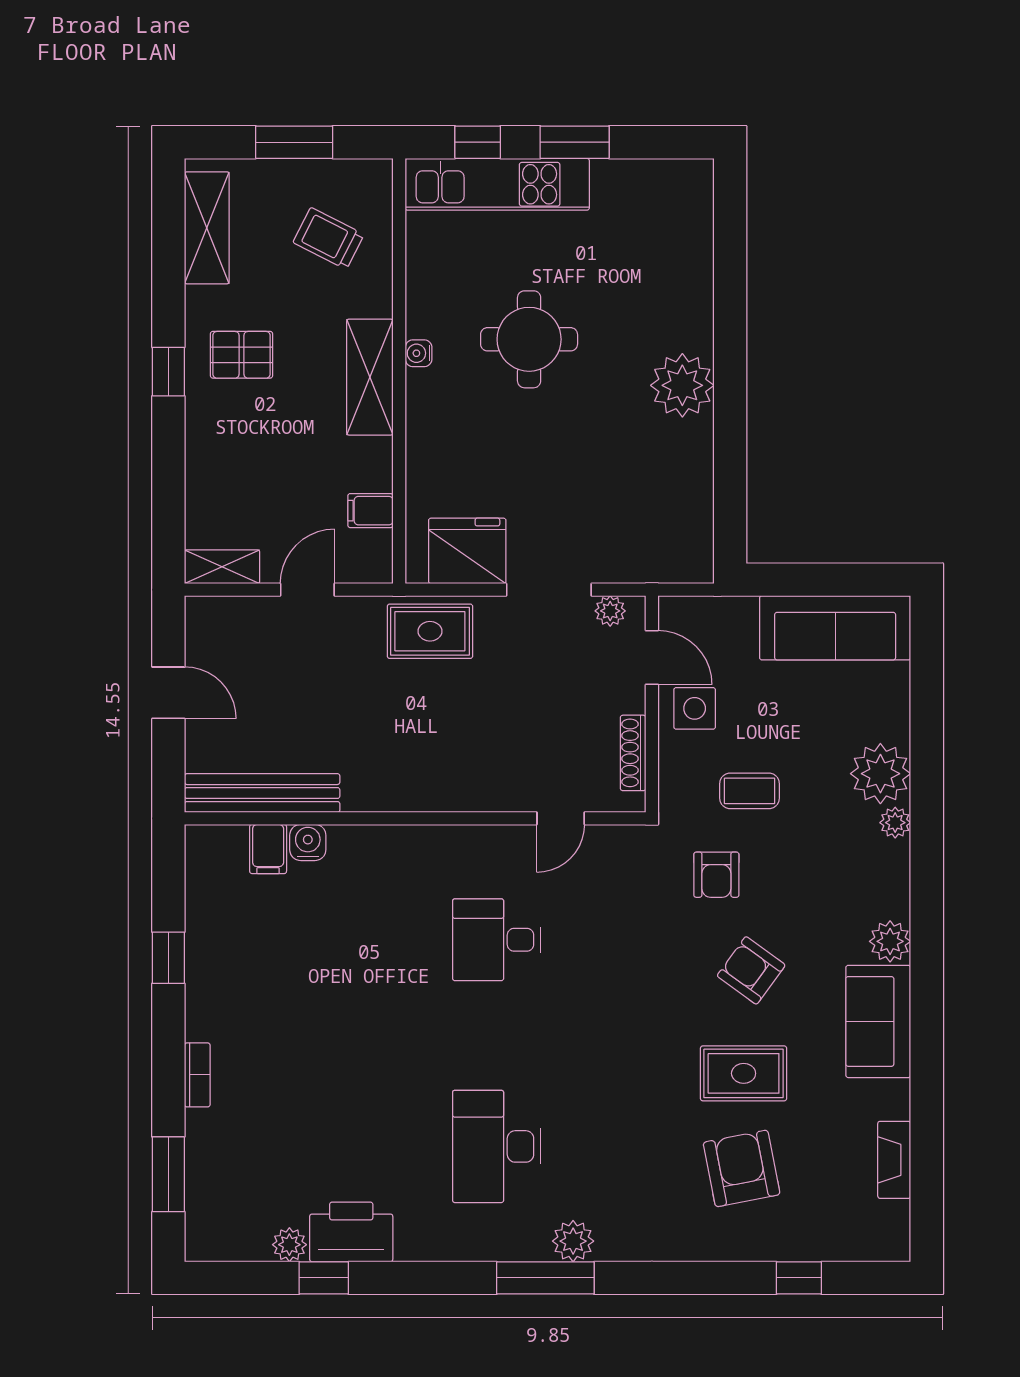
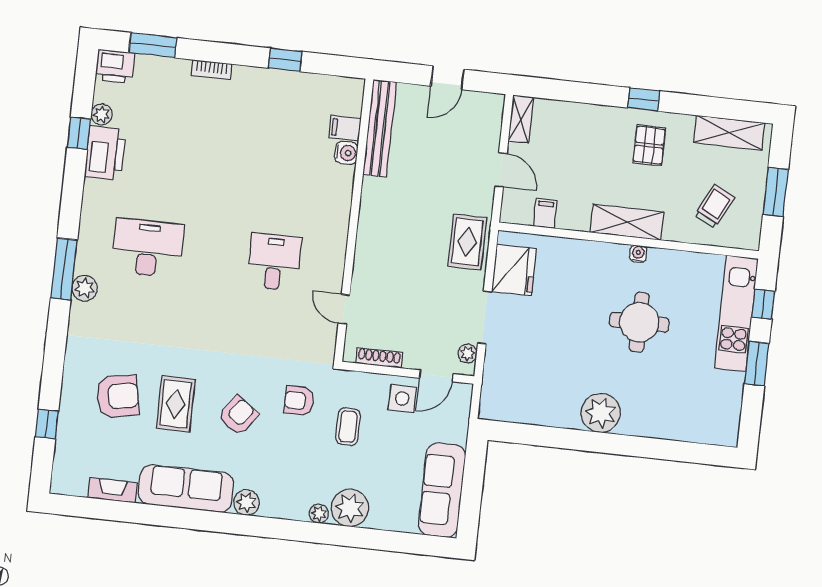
sofa: (878, 1021) -> (186, 488), width x1.36
printer: (209, 1232) -> (115, 66), added

